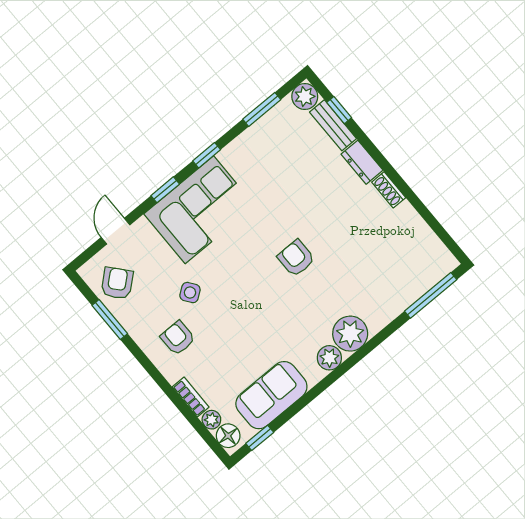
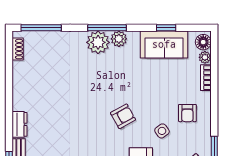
shoe rack: (389, 190) -> (18, 49), moved
armchair: (296, 258) -> (123, 116), moved, turned -119
window: (354, 359) -> (107, 28), added
window: (260, 438) -> (166, 28), moved

